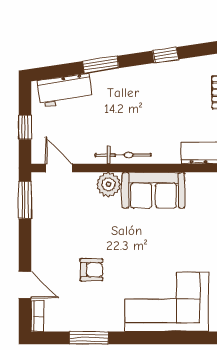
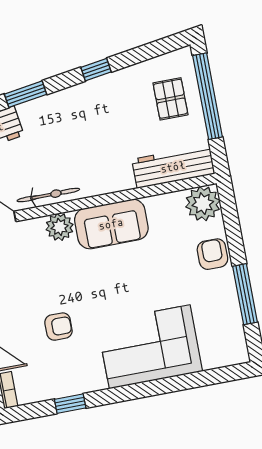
bicycle: (123, 155) -> (48, 195), moved
window: (89, 338) -> (70, 404), width x0.67

